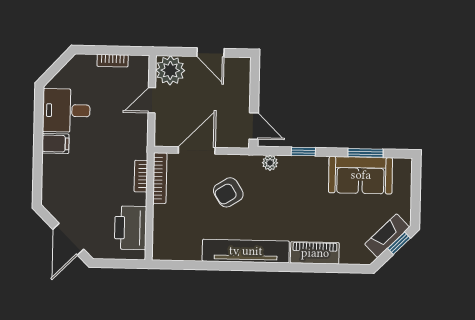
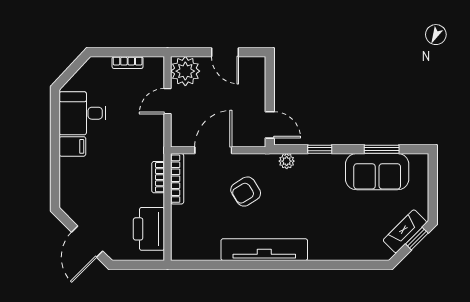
piano: (315, 253) -> (333, 250), removed

